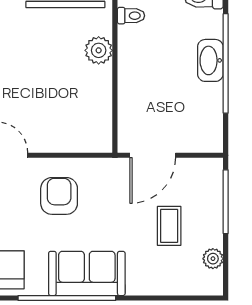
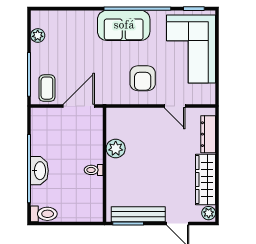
toilet: (131, 16) -> (94, 170), moved
plant: (99, 50) -> (116, 148), moved
coffee table: (169, 226) -> (47, 88), moved

